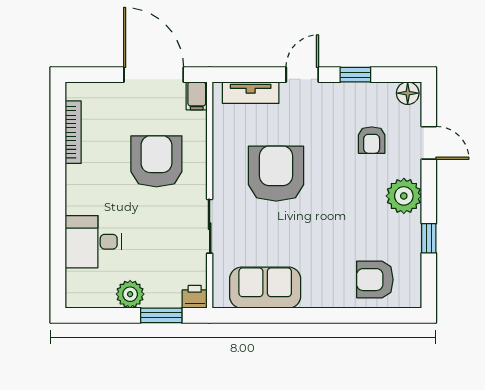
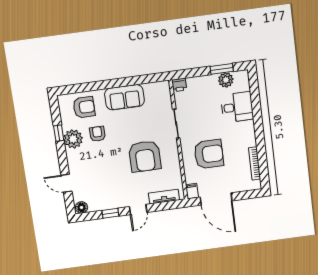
armchair: (372, 140) -> (97, 134), moved
armchair: (156, 161) -> (209, 154), turned -90
plant: (404, 196) -> (73, 139), moved
sofa: (265, 288) -> (125, 97), moved
plant: (130, 294) -> (226, 80), moved
window: (161, 315) -> (222, 69), moved

